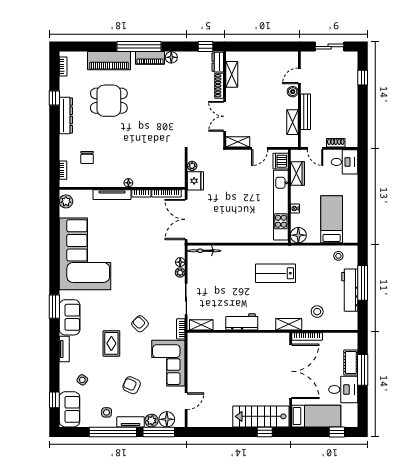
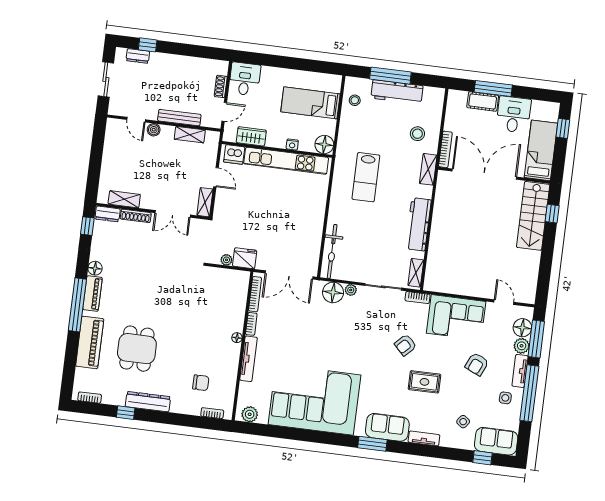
dresser: (352, 71) -> (138, 56), added
bicycle: (204, 251) -> (332, 251), width x1.37, depth x1.40
floor lamp: (180, 262) -> (333, 292), width x1.89, depth x1.89
workbench: (242, 322) -> (418, 224), width x1.38

